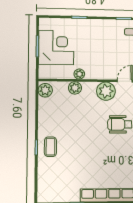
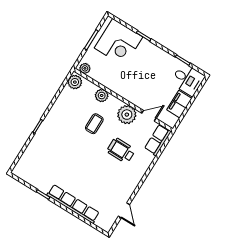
corner desk: (56, 48) -> (119, 42), moved, turned 90
plant: (79, 74) -> (85, 68), moved
coffee table: (50, 147) -> (94, 124), moved

